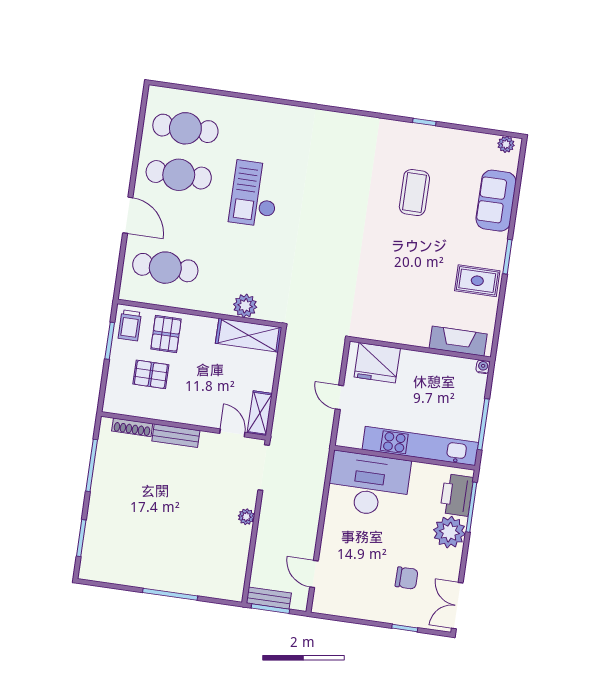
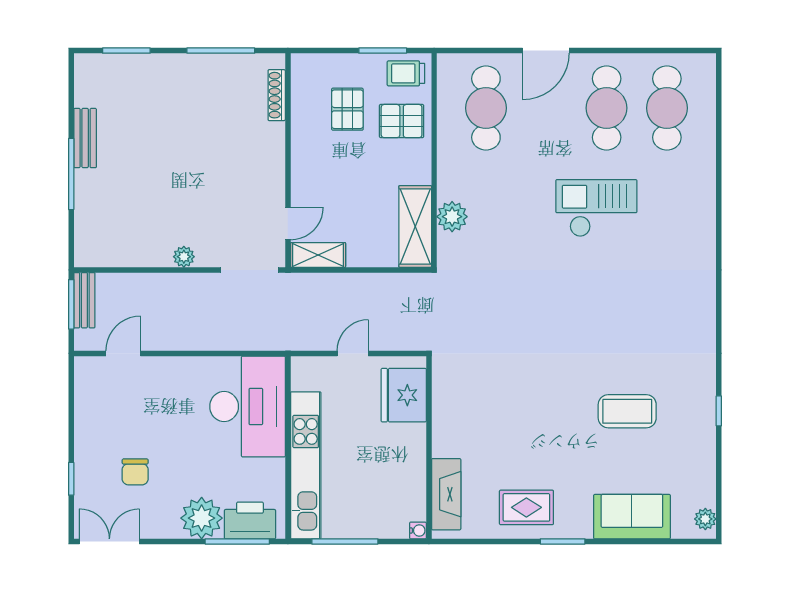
rug: (477, 281) -> (526, 507), turned 90
bench: (176, 436) -> (85, 138), moved

